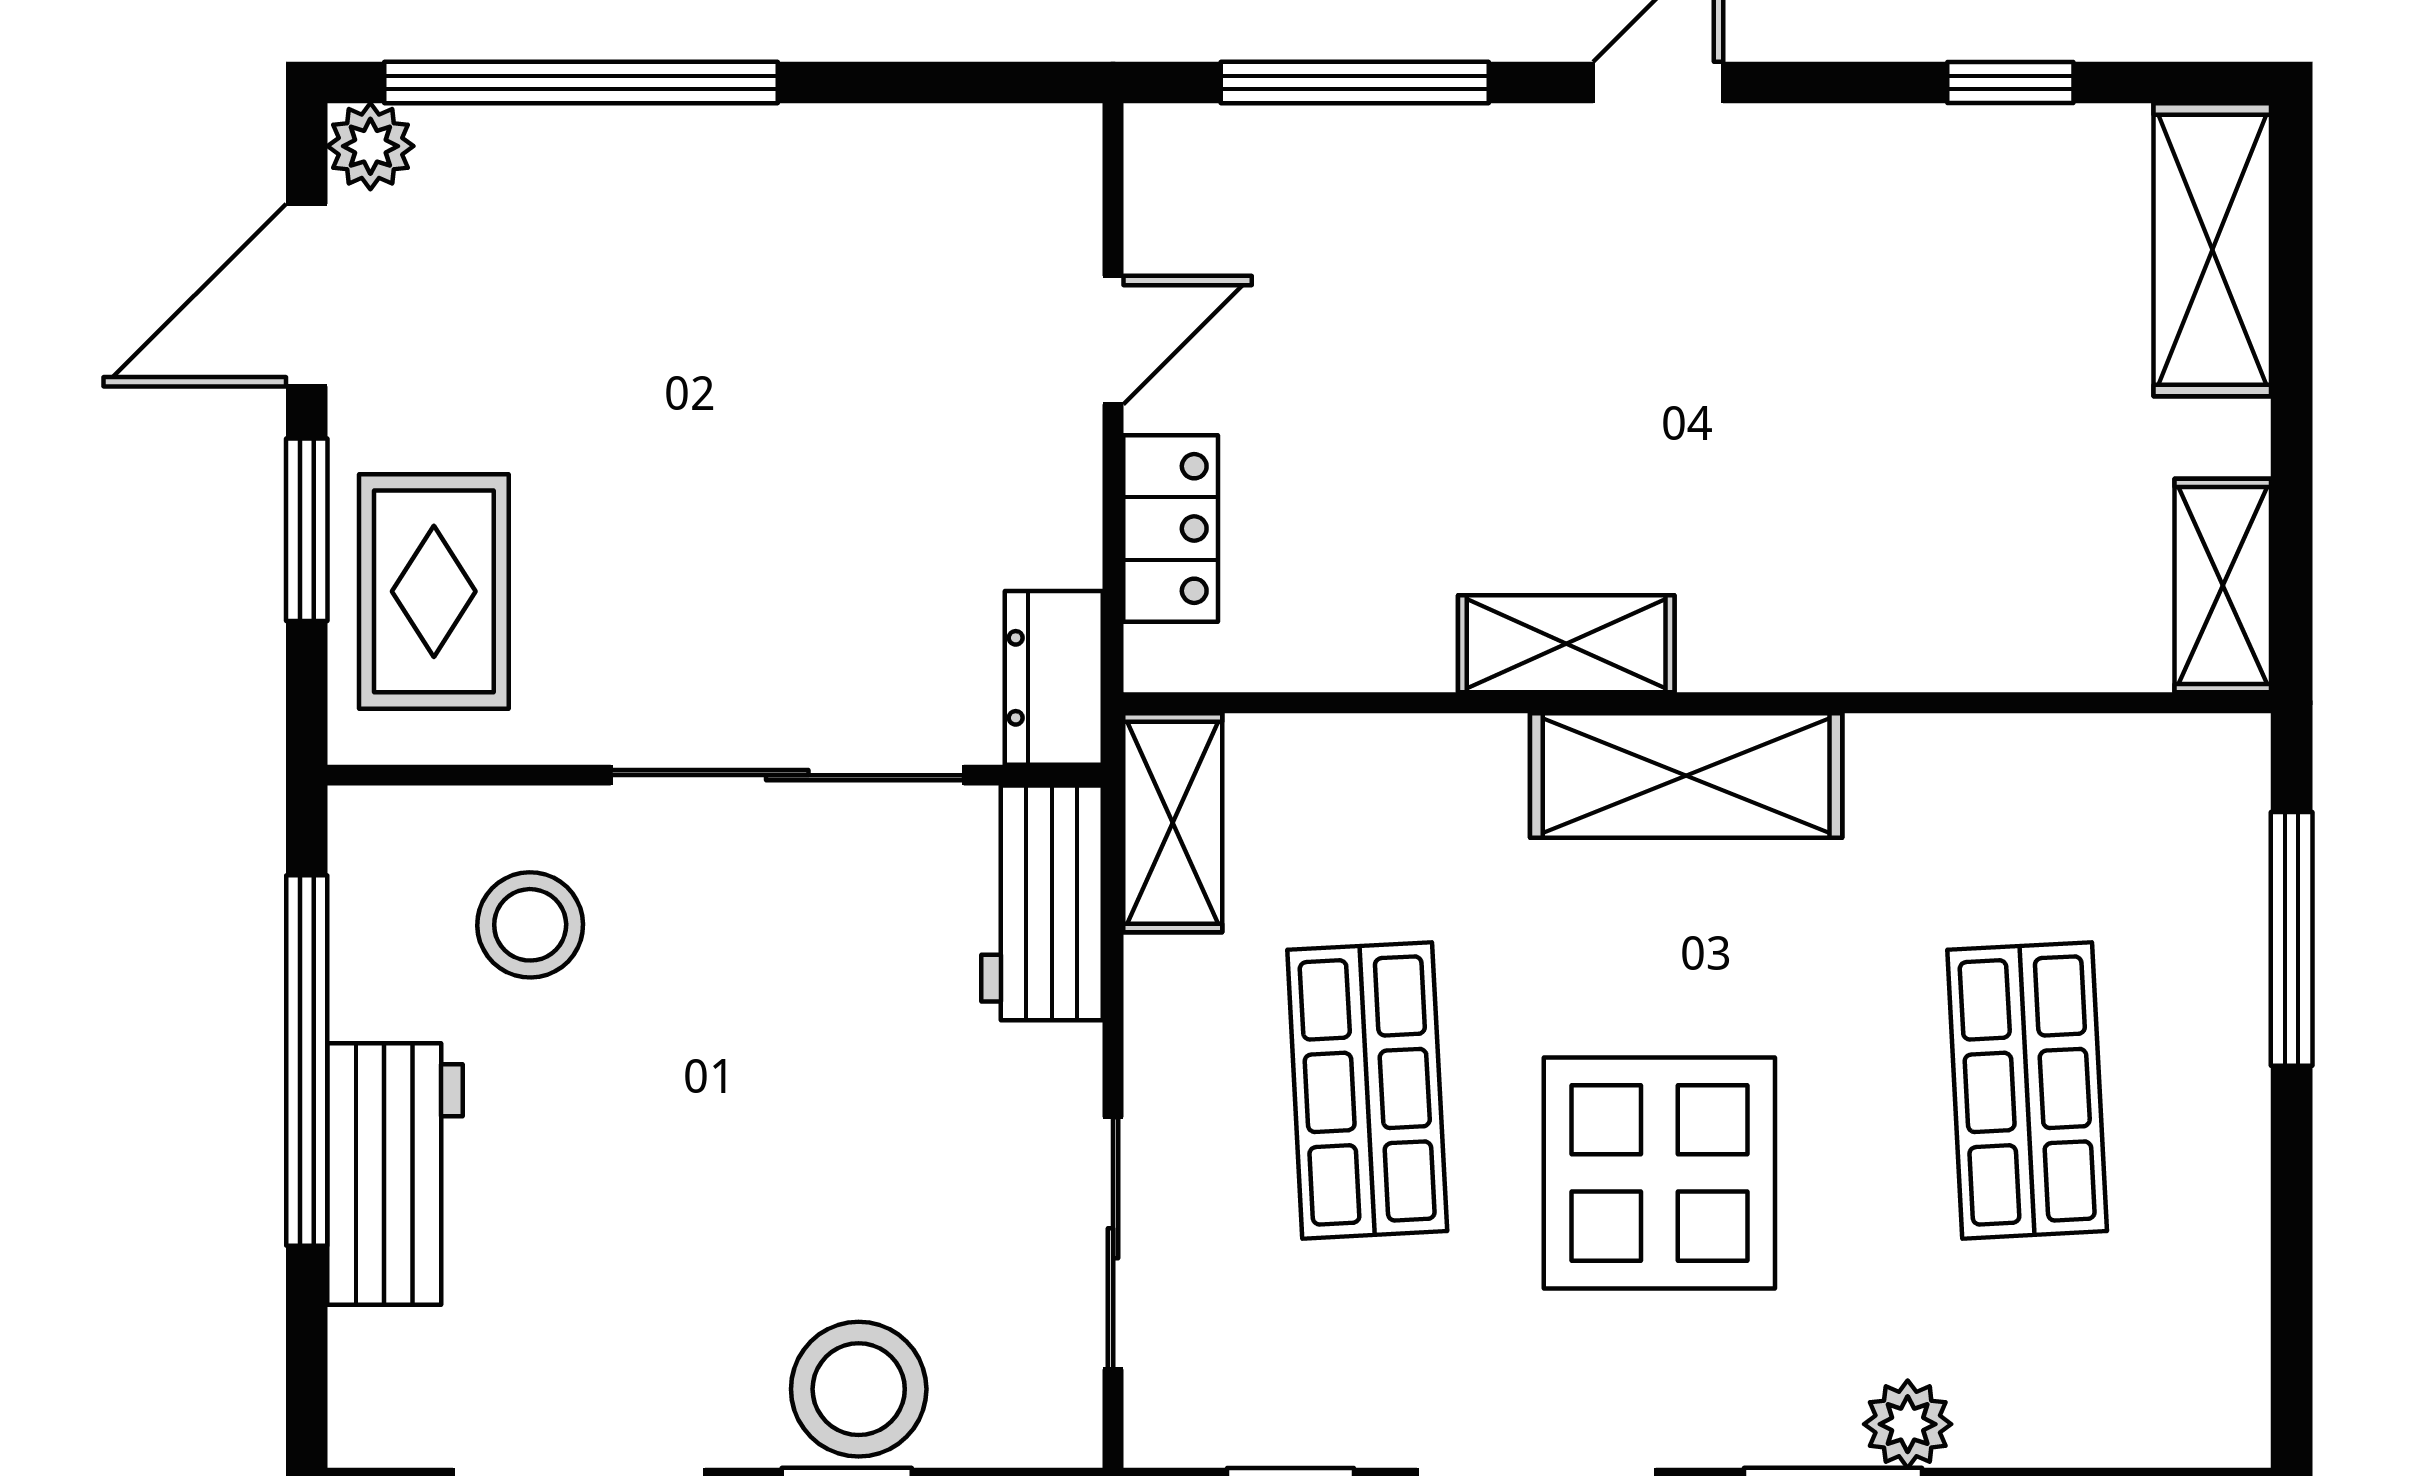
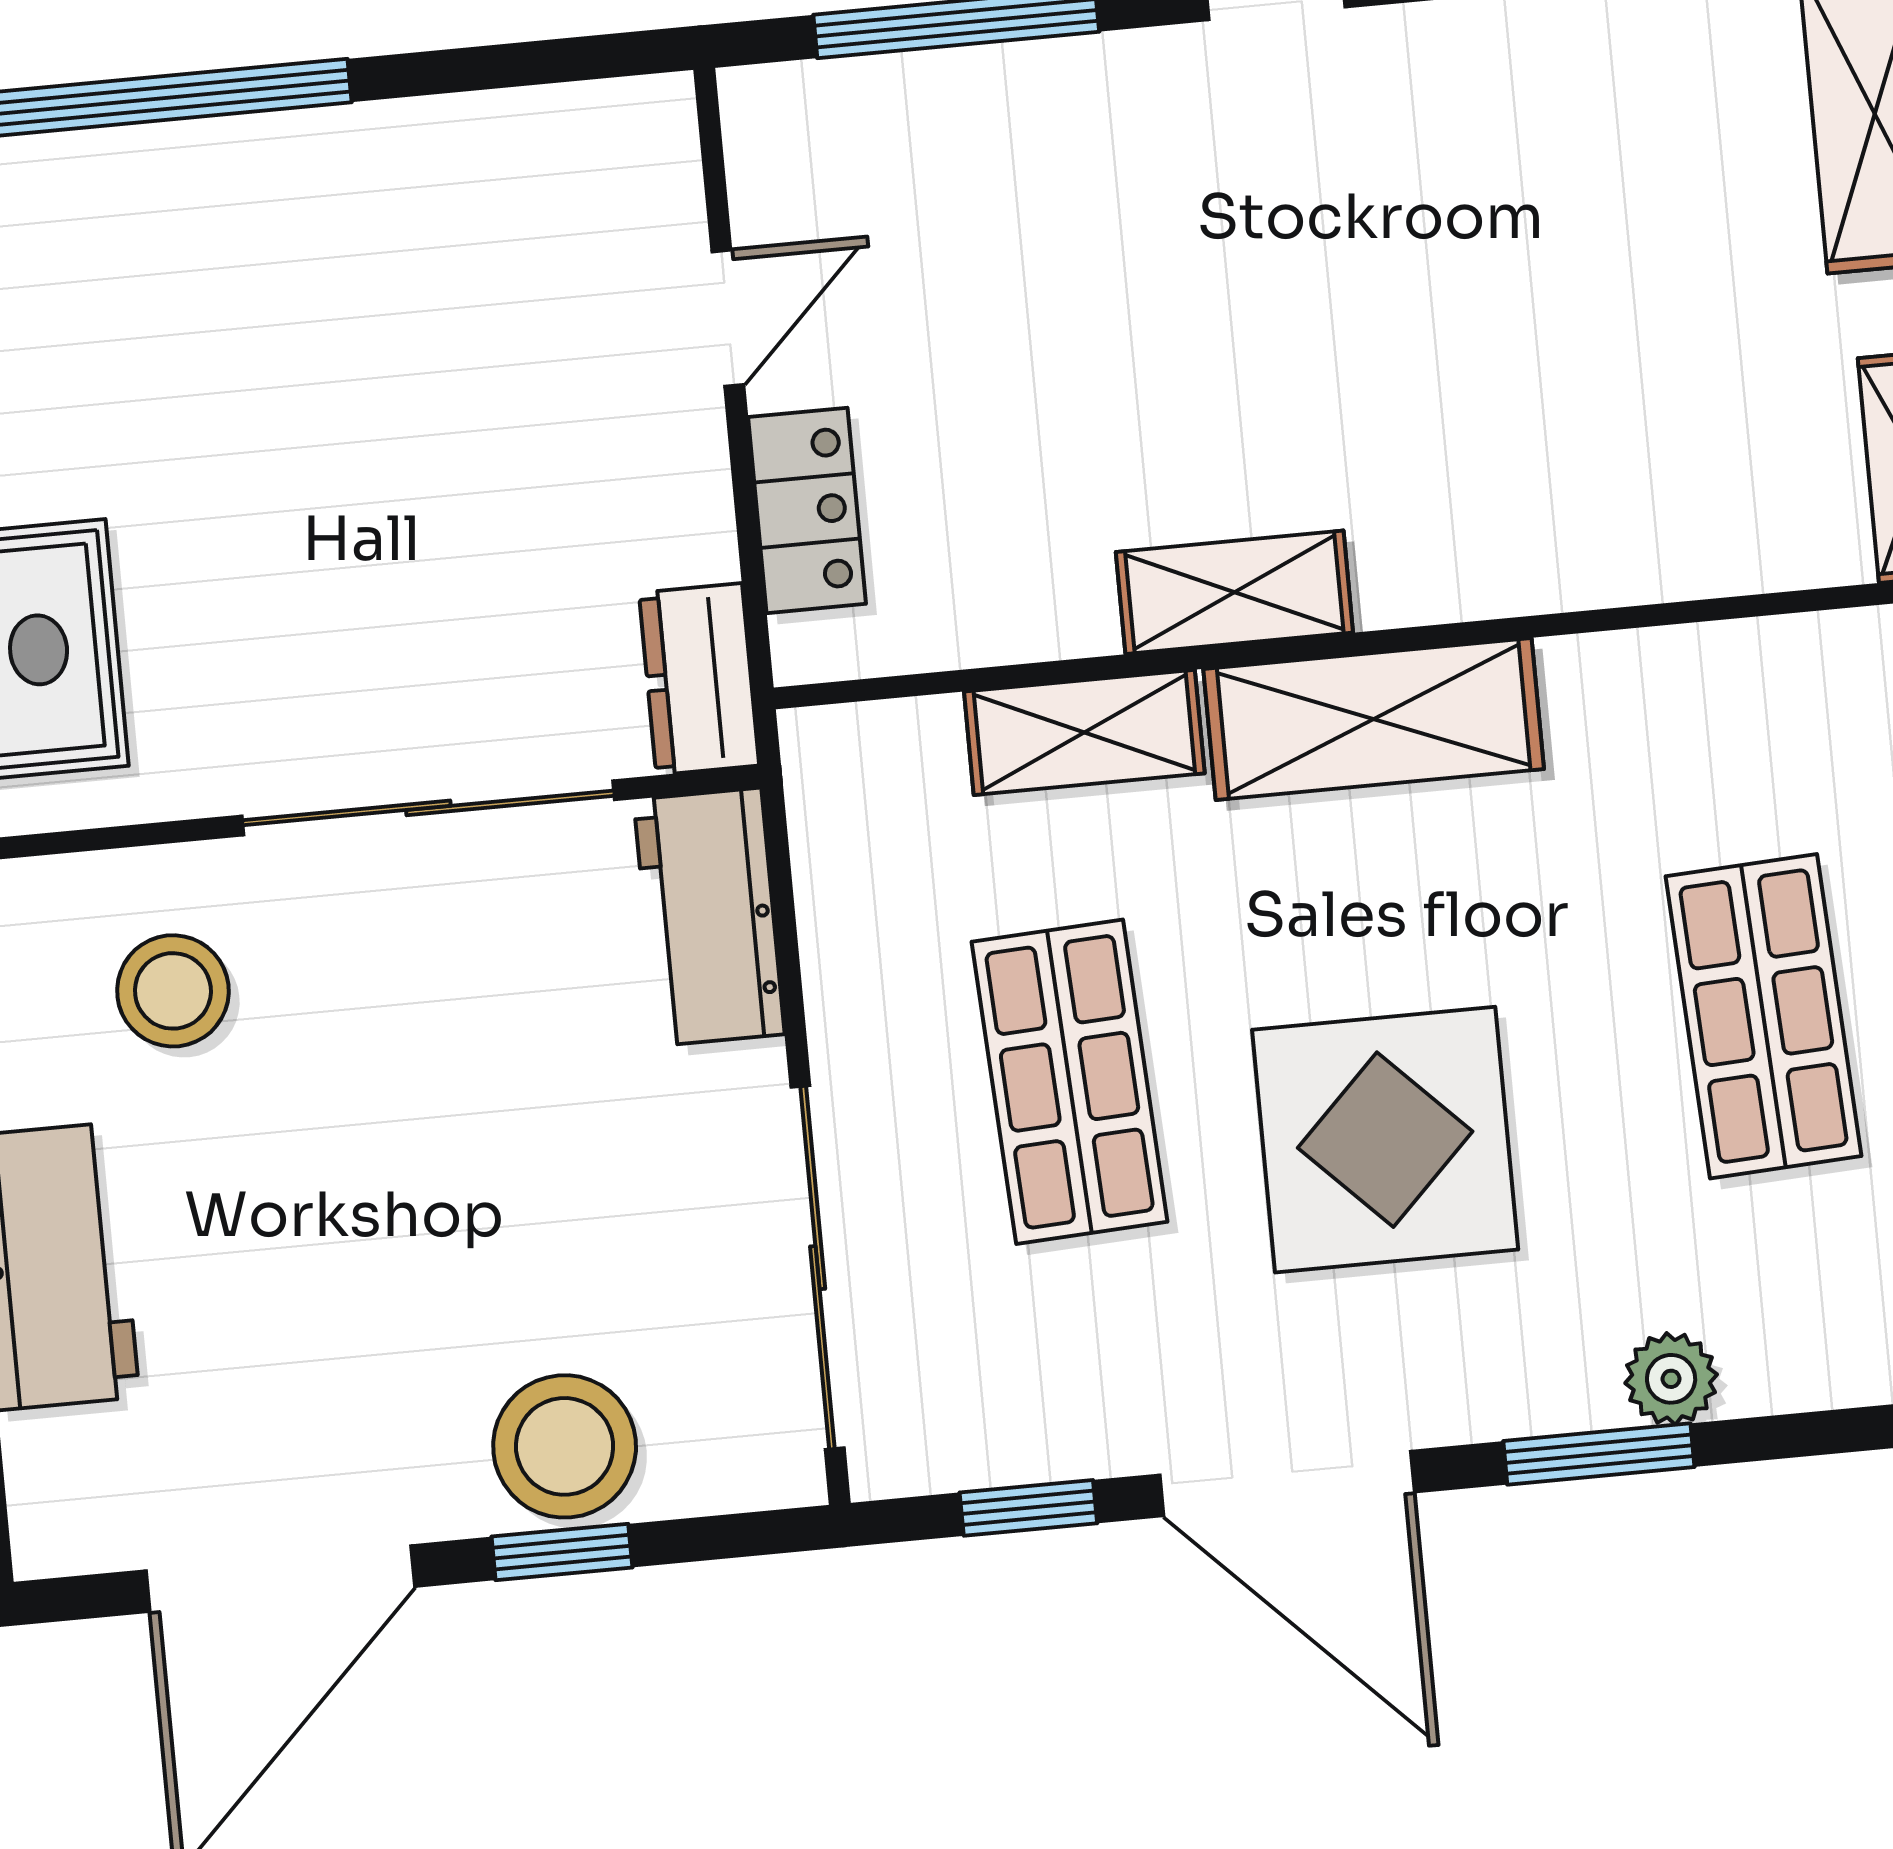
shelving: (1173, 823) -> (1084, 732), moved, turned 90
sliding door: (1113, 1243) -> (818, 1268), width x1.37

